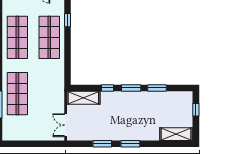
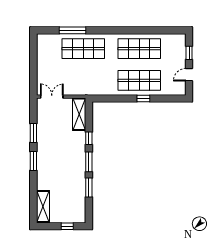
window: (68, 20) -> (143, 99), moved

